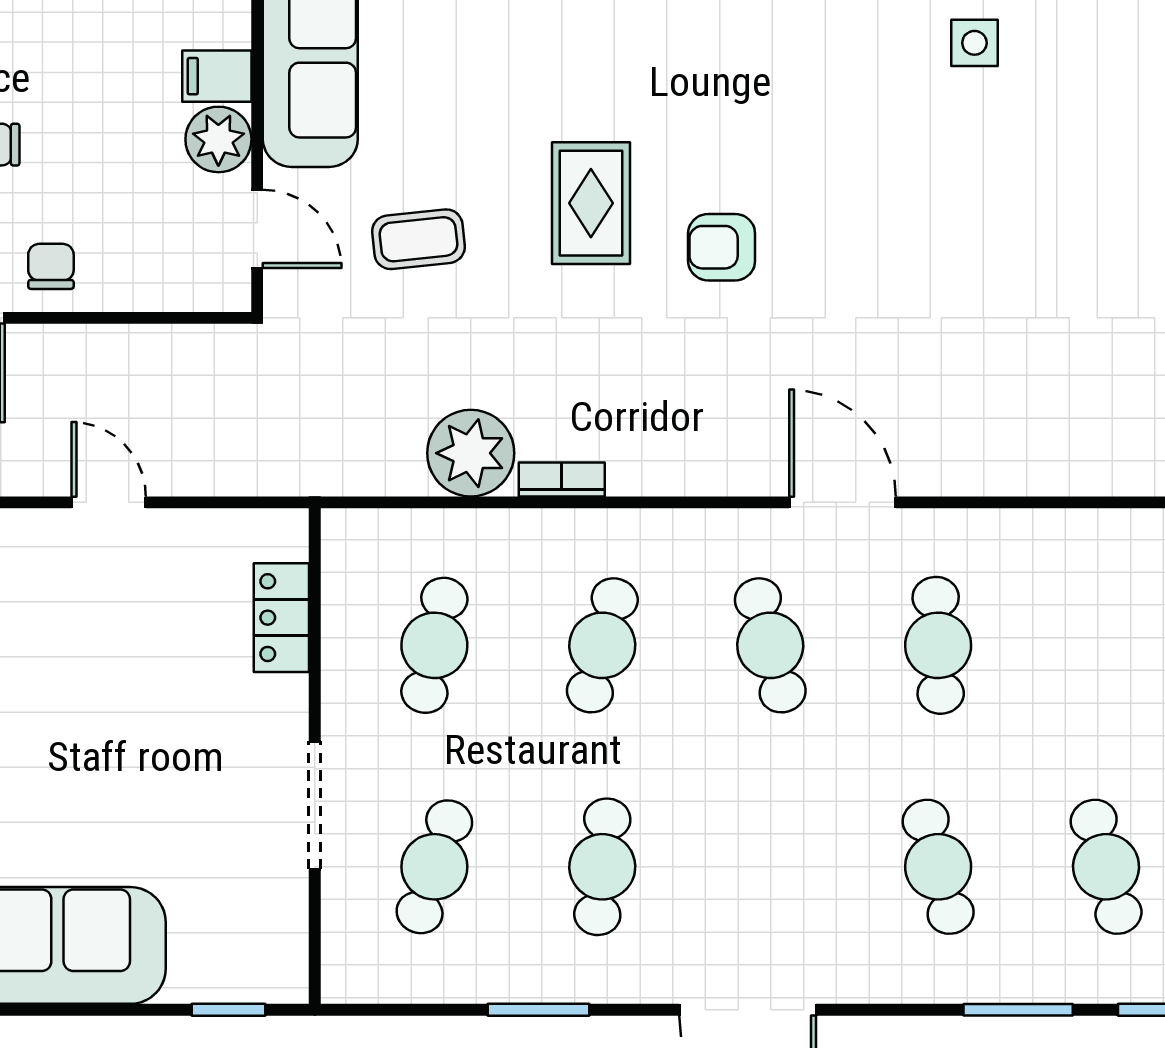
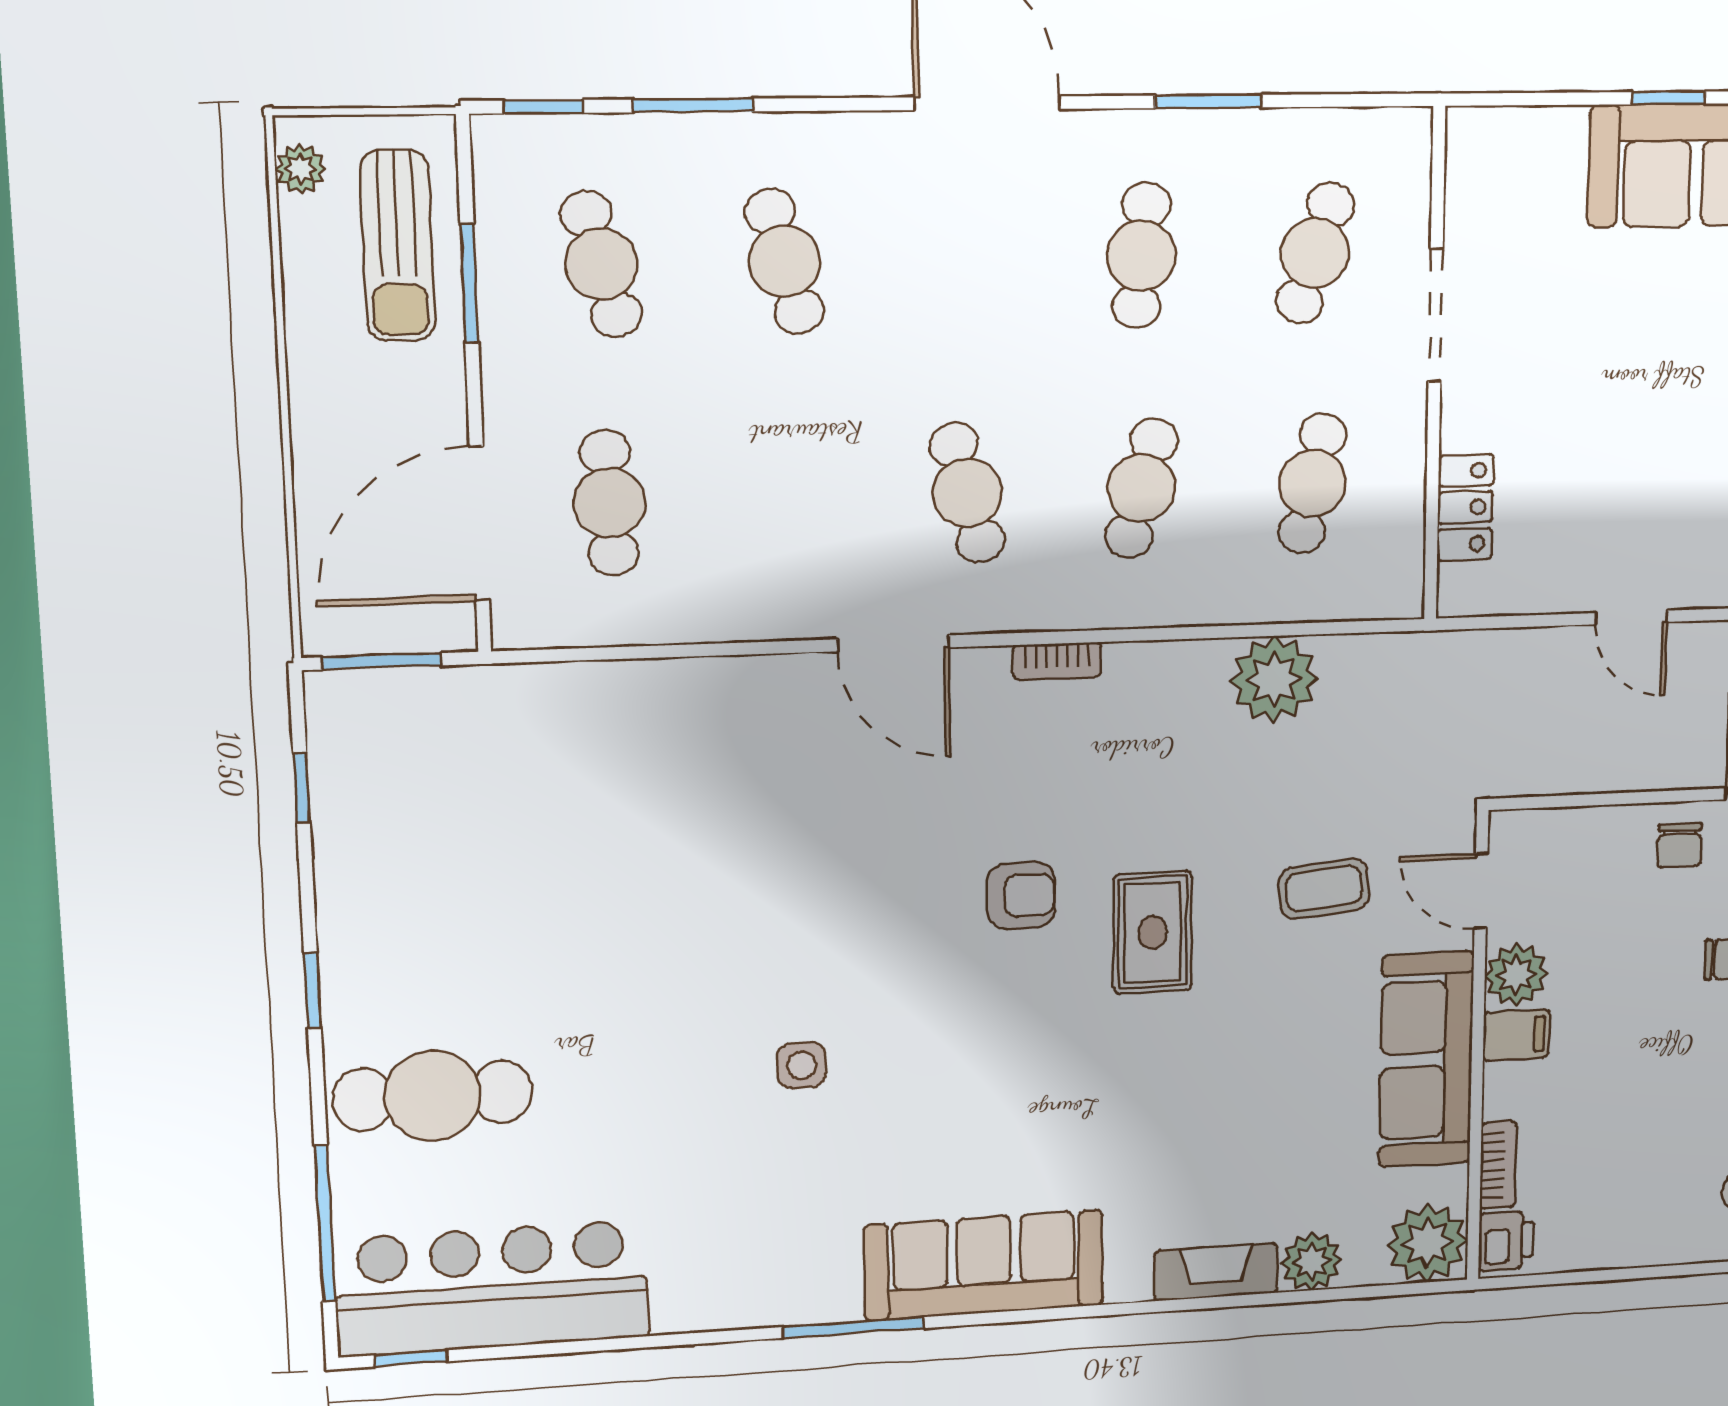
side table: (974, 43) -> (802, 1065), moved
bookcase: (562, 479) -> (1057, 661), moved
cafe table: (938, 645) -> (609, 503), moved
window: (229, 1010) -> (1668, 98), moved

